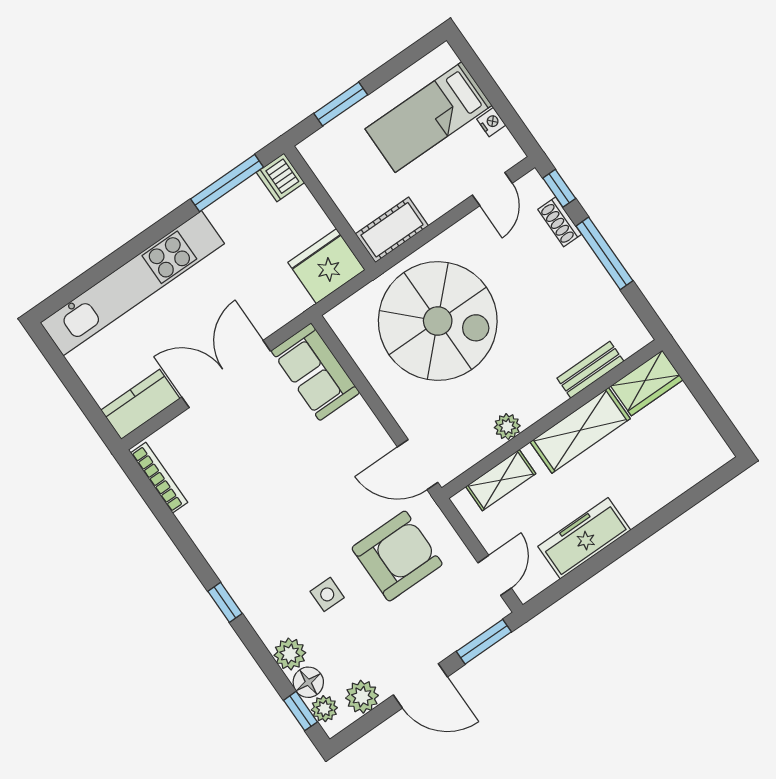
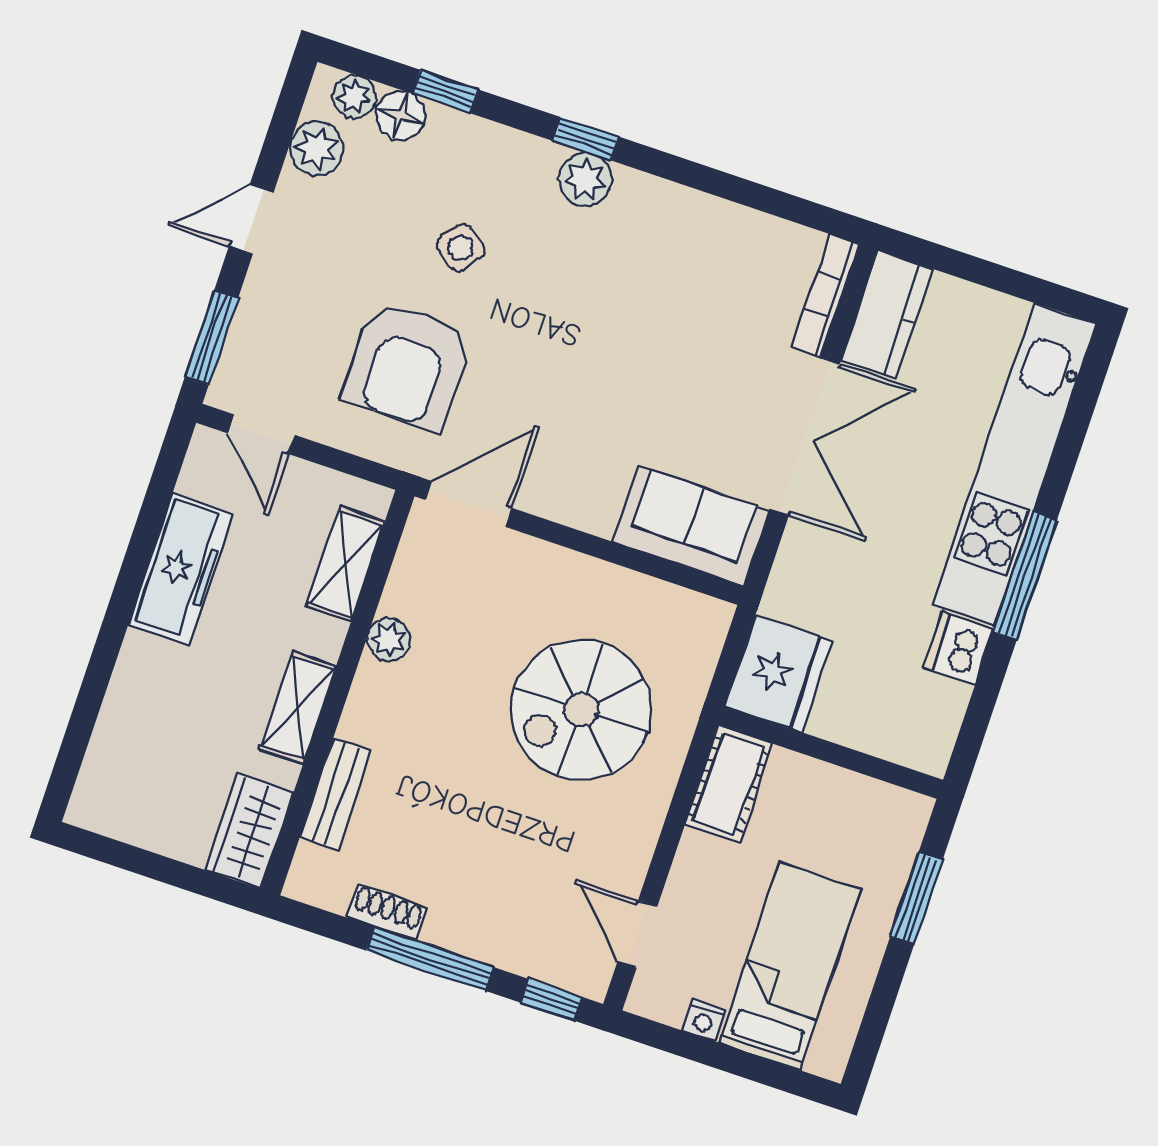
dishwasher: (280, 177) -> (958, 648), moved, turned -90
window: (227, 183) -> (1025, 576), moved
shoe rack: (560, 222) -> (387, 912), moved
spiral stairs: (438, 321) -> (581, 710), width x0.73, depth x0.73
shelving: (580, 430) -> (298, 708), width x0.67, depth x0.75
bookcase: (159, 478) -> (826, 296), moved, turned 90
side table: (327, 594) -> (461, 248), turned 36
plant: (290, 654) -> (585, 179), moved
door: (420, 686) -> (251, 219), width x0.73
window: (300, 711) -> (445, 91), moved

